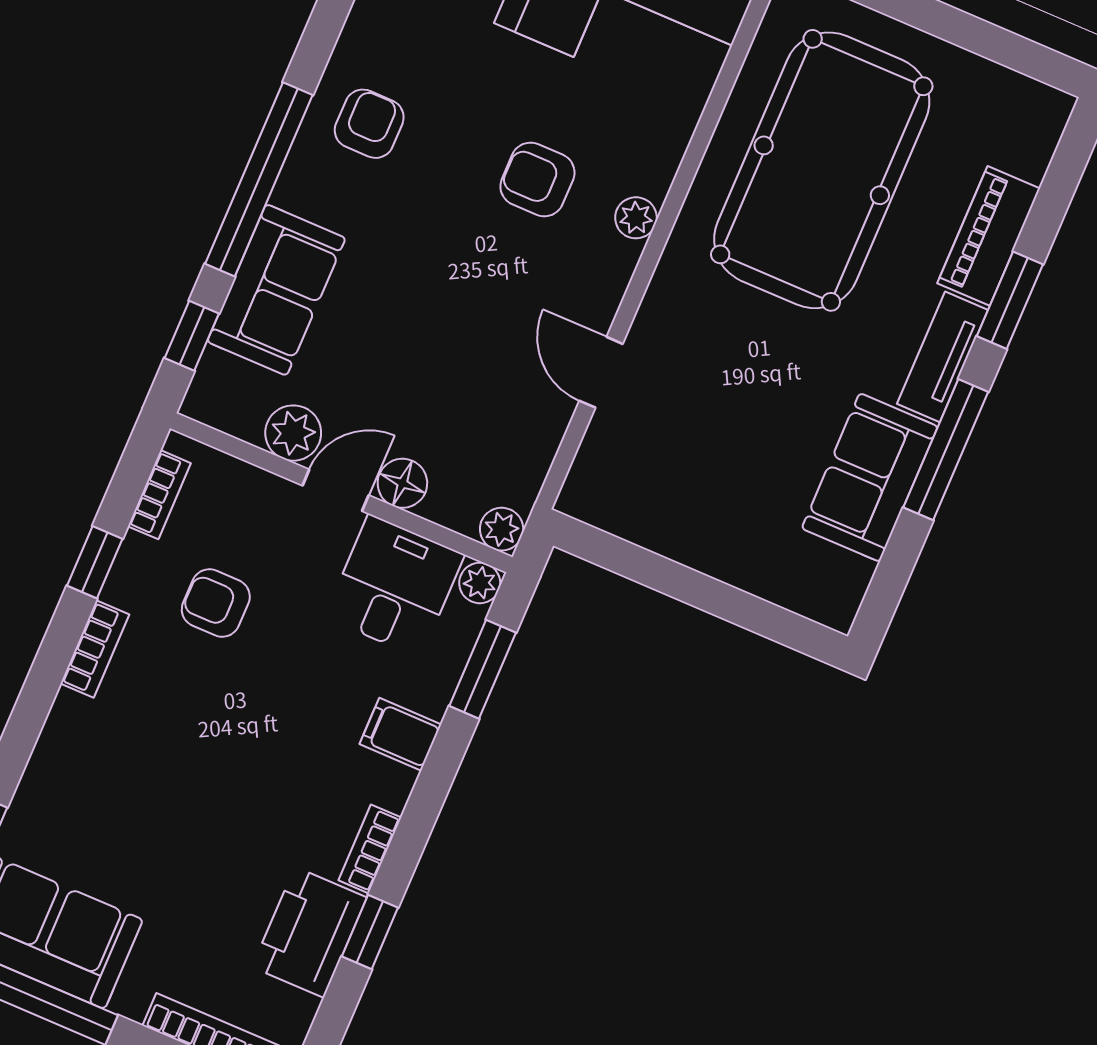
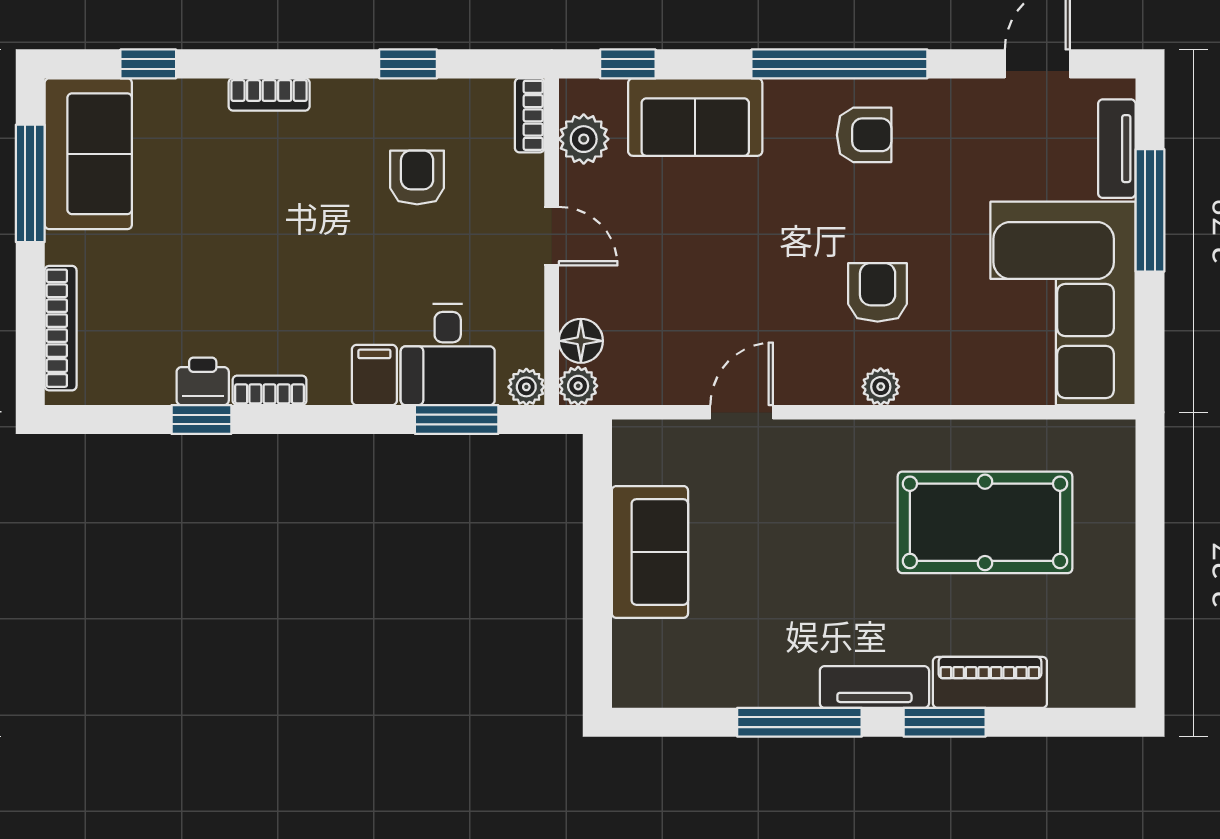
pool table: (822, 170) -> (985, 522), width x0.73, depth x0.76
window: (259, 179) -> (839, 64), moved
plant: (293, 433) -> (584, 139), moved
sofa: (870, 477) -> (650, 552), moved, turned 90
floor lamp: (402, 483) -> (581, 341), moved
bookcase: (159, 495) -> (530, 115), moved, turned 90
desk: (394, 586) -> (448, 354), moved, turned 90
bookcase: (95, 649) -> (269, 94), moved
printer: (309, 932) -> (203, 381), width x0.53, depth x0.68

